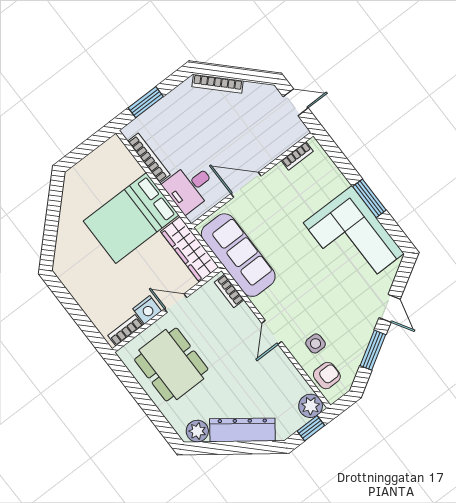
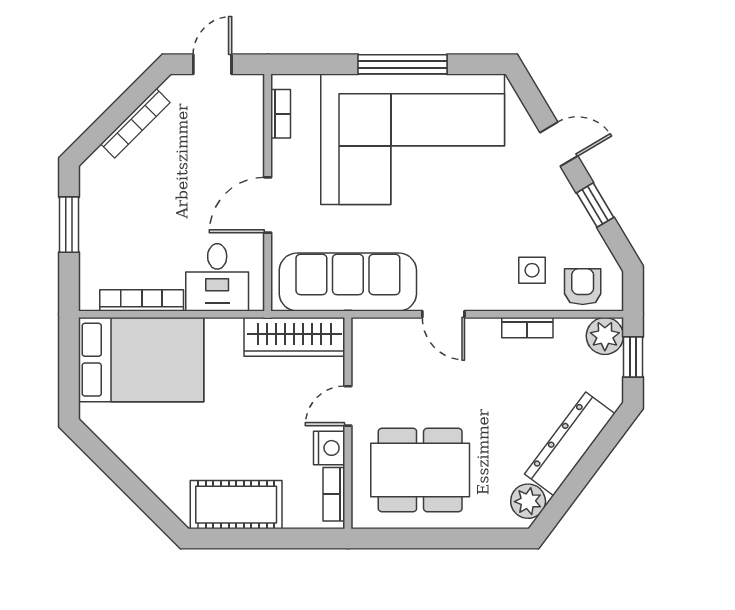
bookcase: (218, 84) -> (135, 123), moved
window: (146, 102) -> (69, 225), moved
window: (369, 198) -> (403, 64), width x1.44
bed: (131, 218) -> (141, 360), moved, turned -90
corner sofa: (354, 238) -> (413, 139), width x1.36, depth x1.36
cot: (82, 285) -> (236, 505), added
bookcase: (229, 291) -> (527, 328), moved
door: (272, 332) -> (443, 314), moved
window: (373, 350) -> (595, 205), width x0.67

